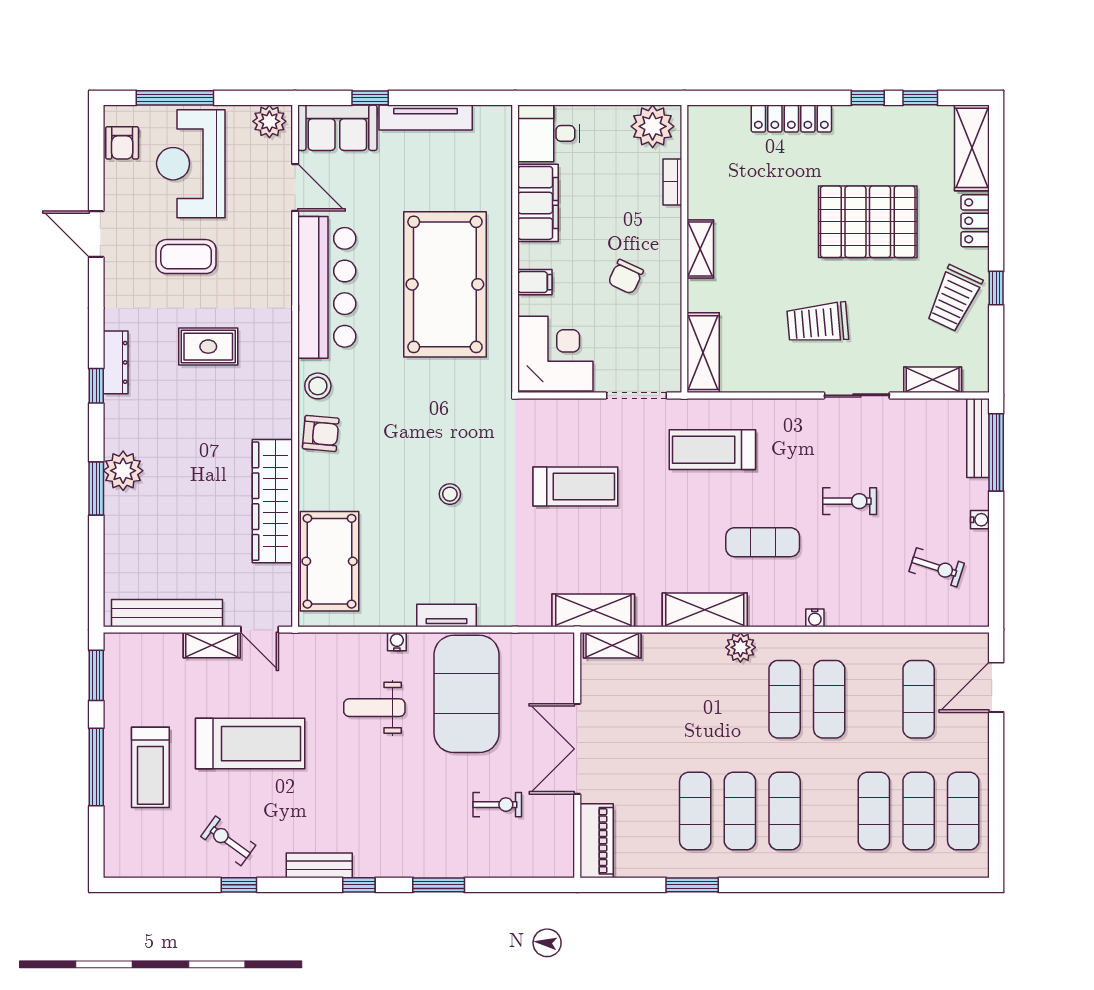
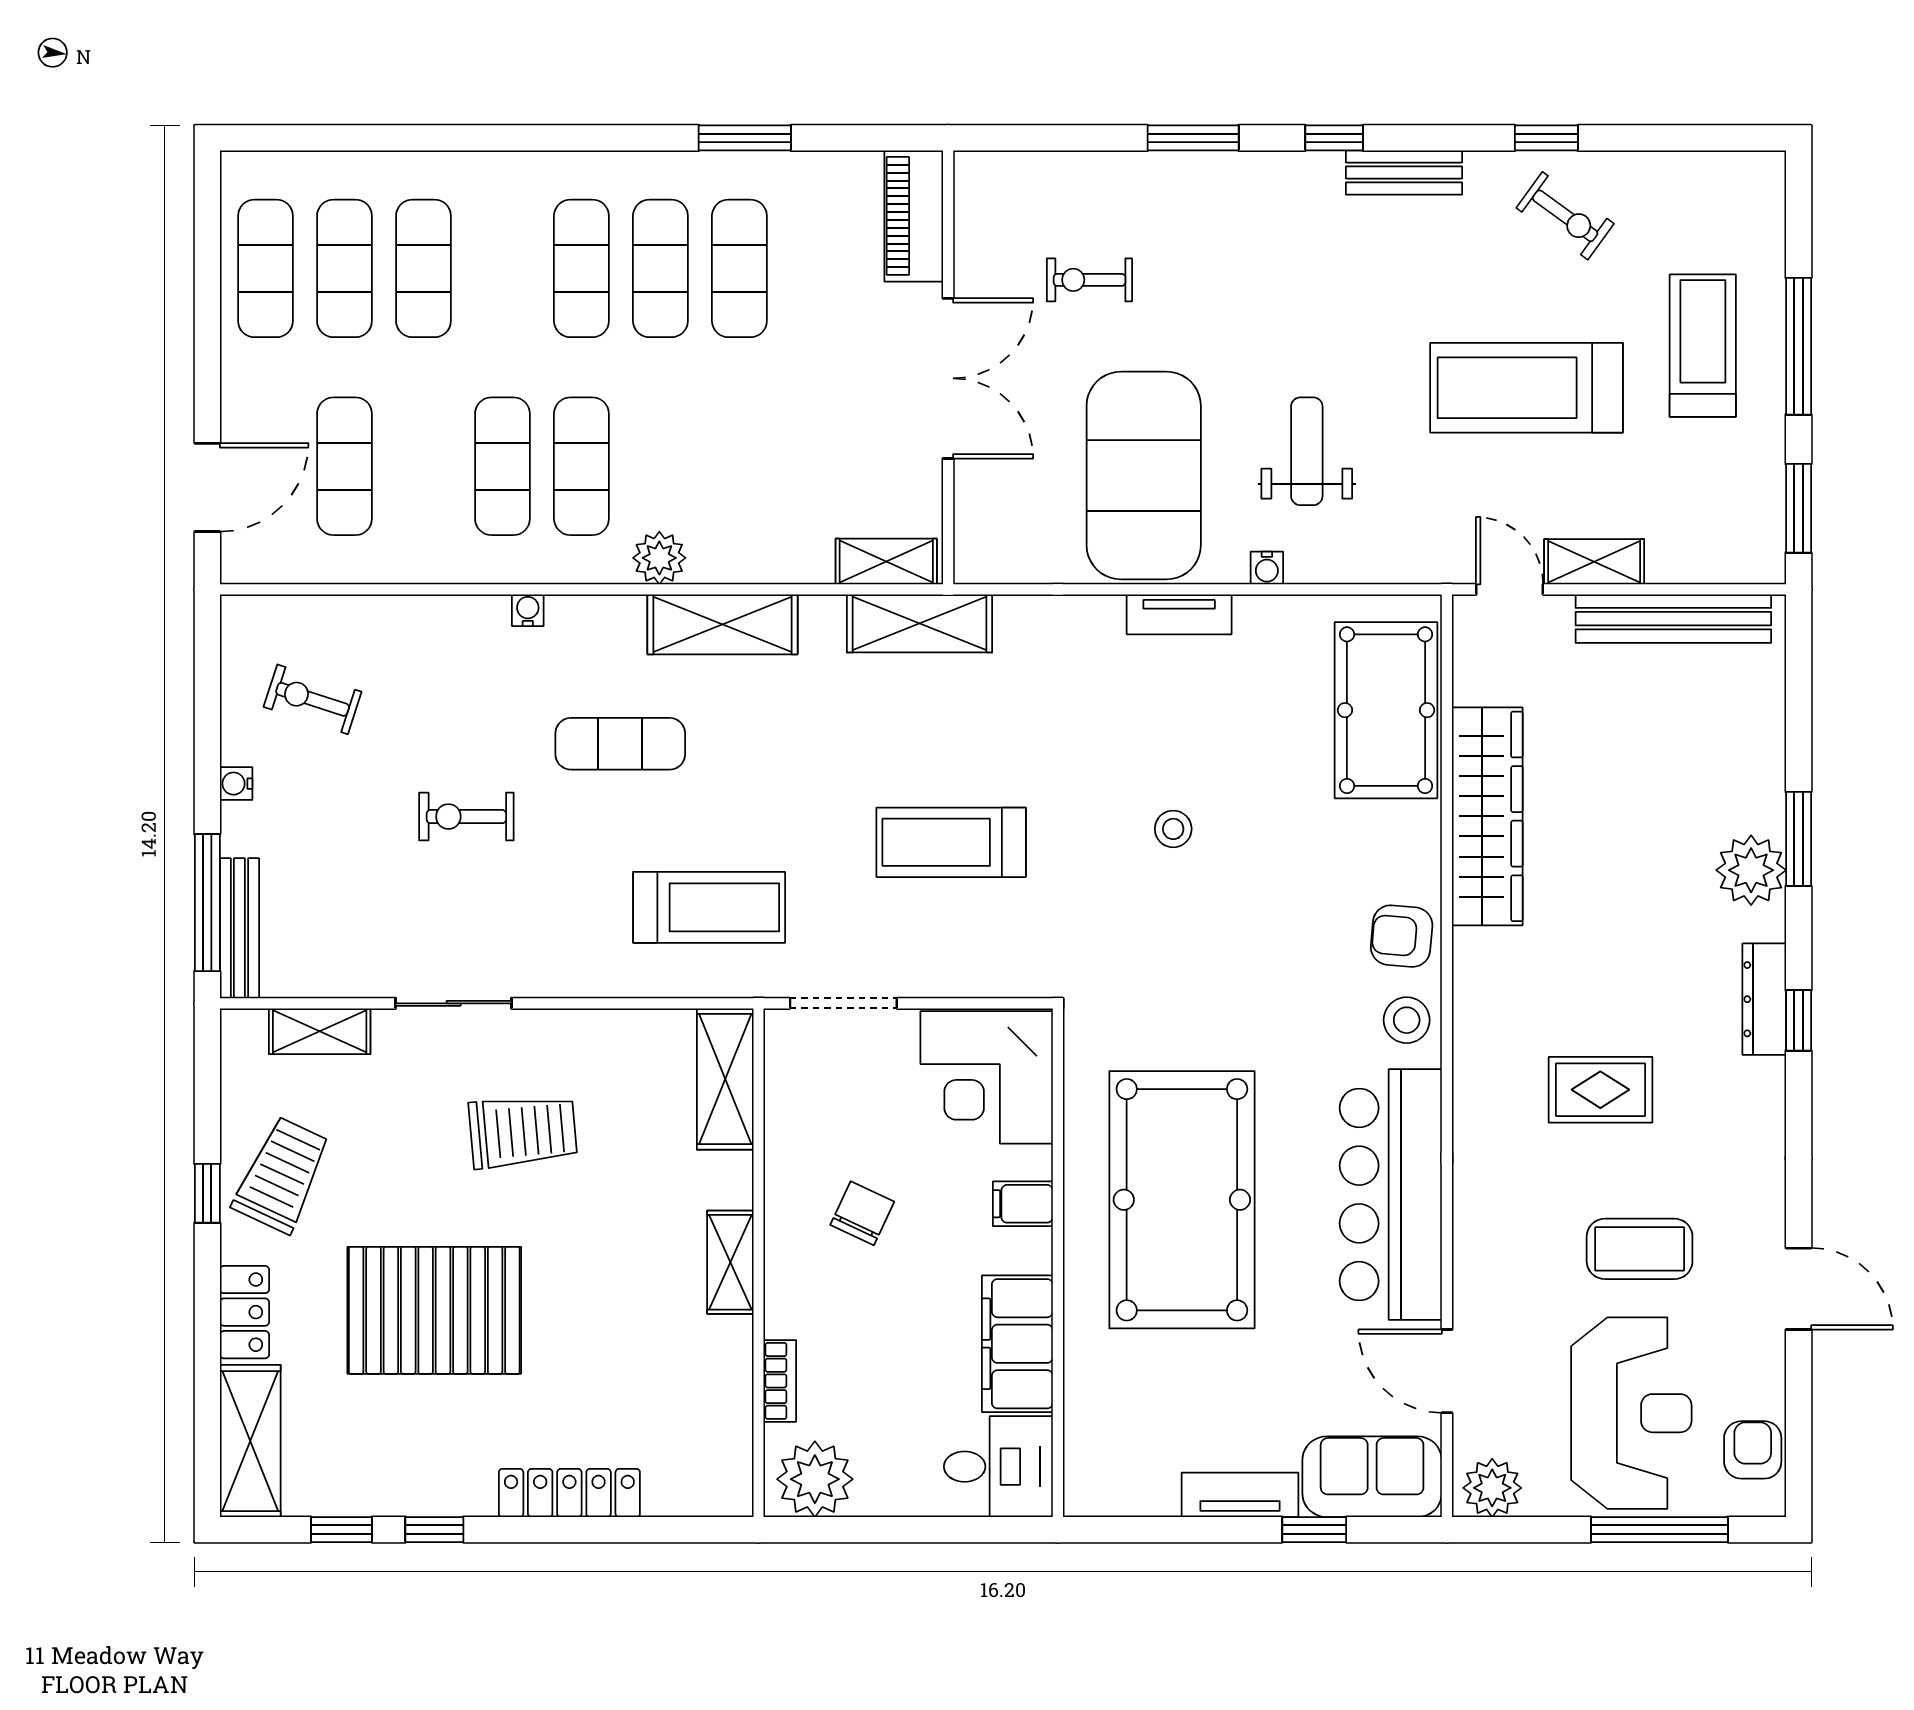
tv unit: (426, 117) -> (1240, 1495), width x0.71
dresser: (116, 362) -> (1764, 999), moved
weight bench: (374, 708) -> (1307, 451), turned -90

